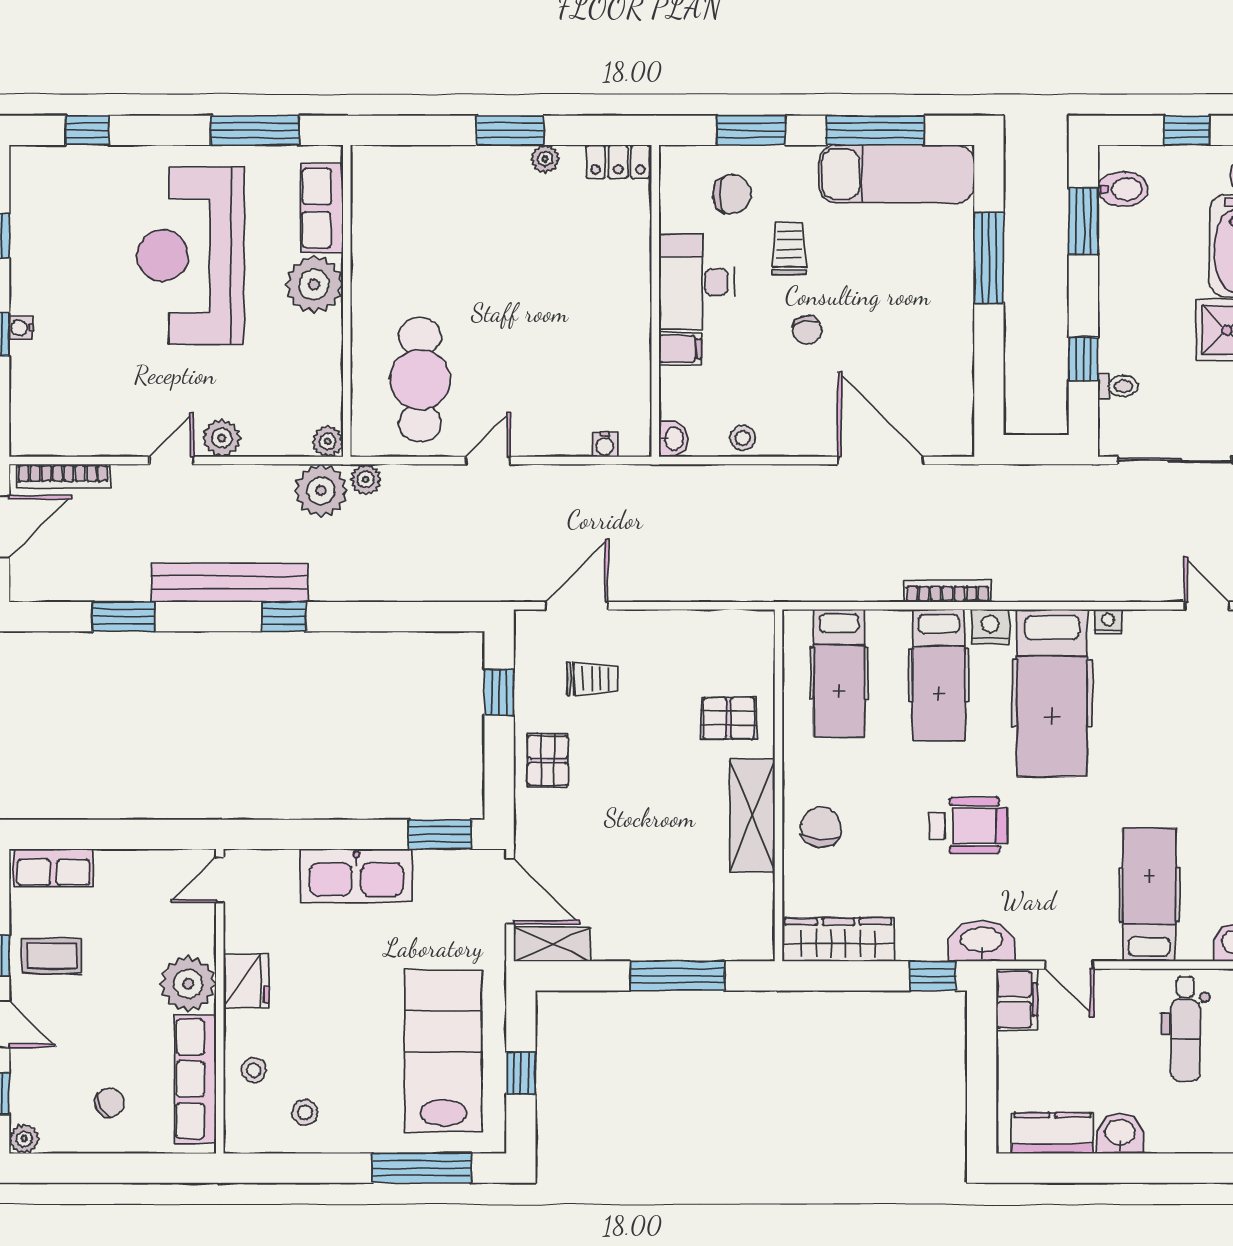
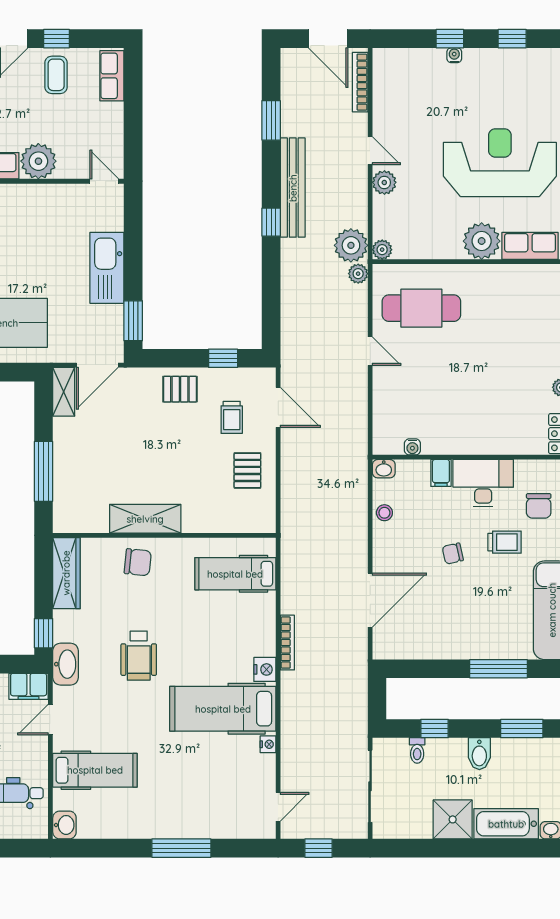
bidet: (1123, 189) -> (479, 754), moved
water cooler: (605, 444) -> (412, 447), moved, turned -90
hospital bed: (939, 675) -> (234, 637), removed
pallet: (729, 718) -> (247, 470), moved
fridge: (246, 981) -> (40, 198), removed

